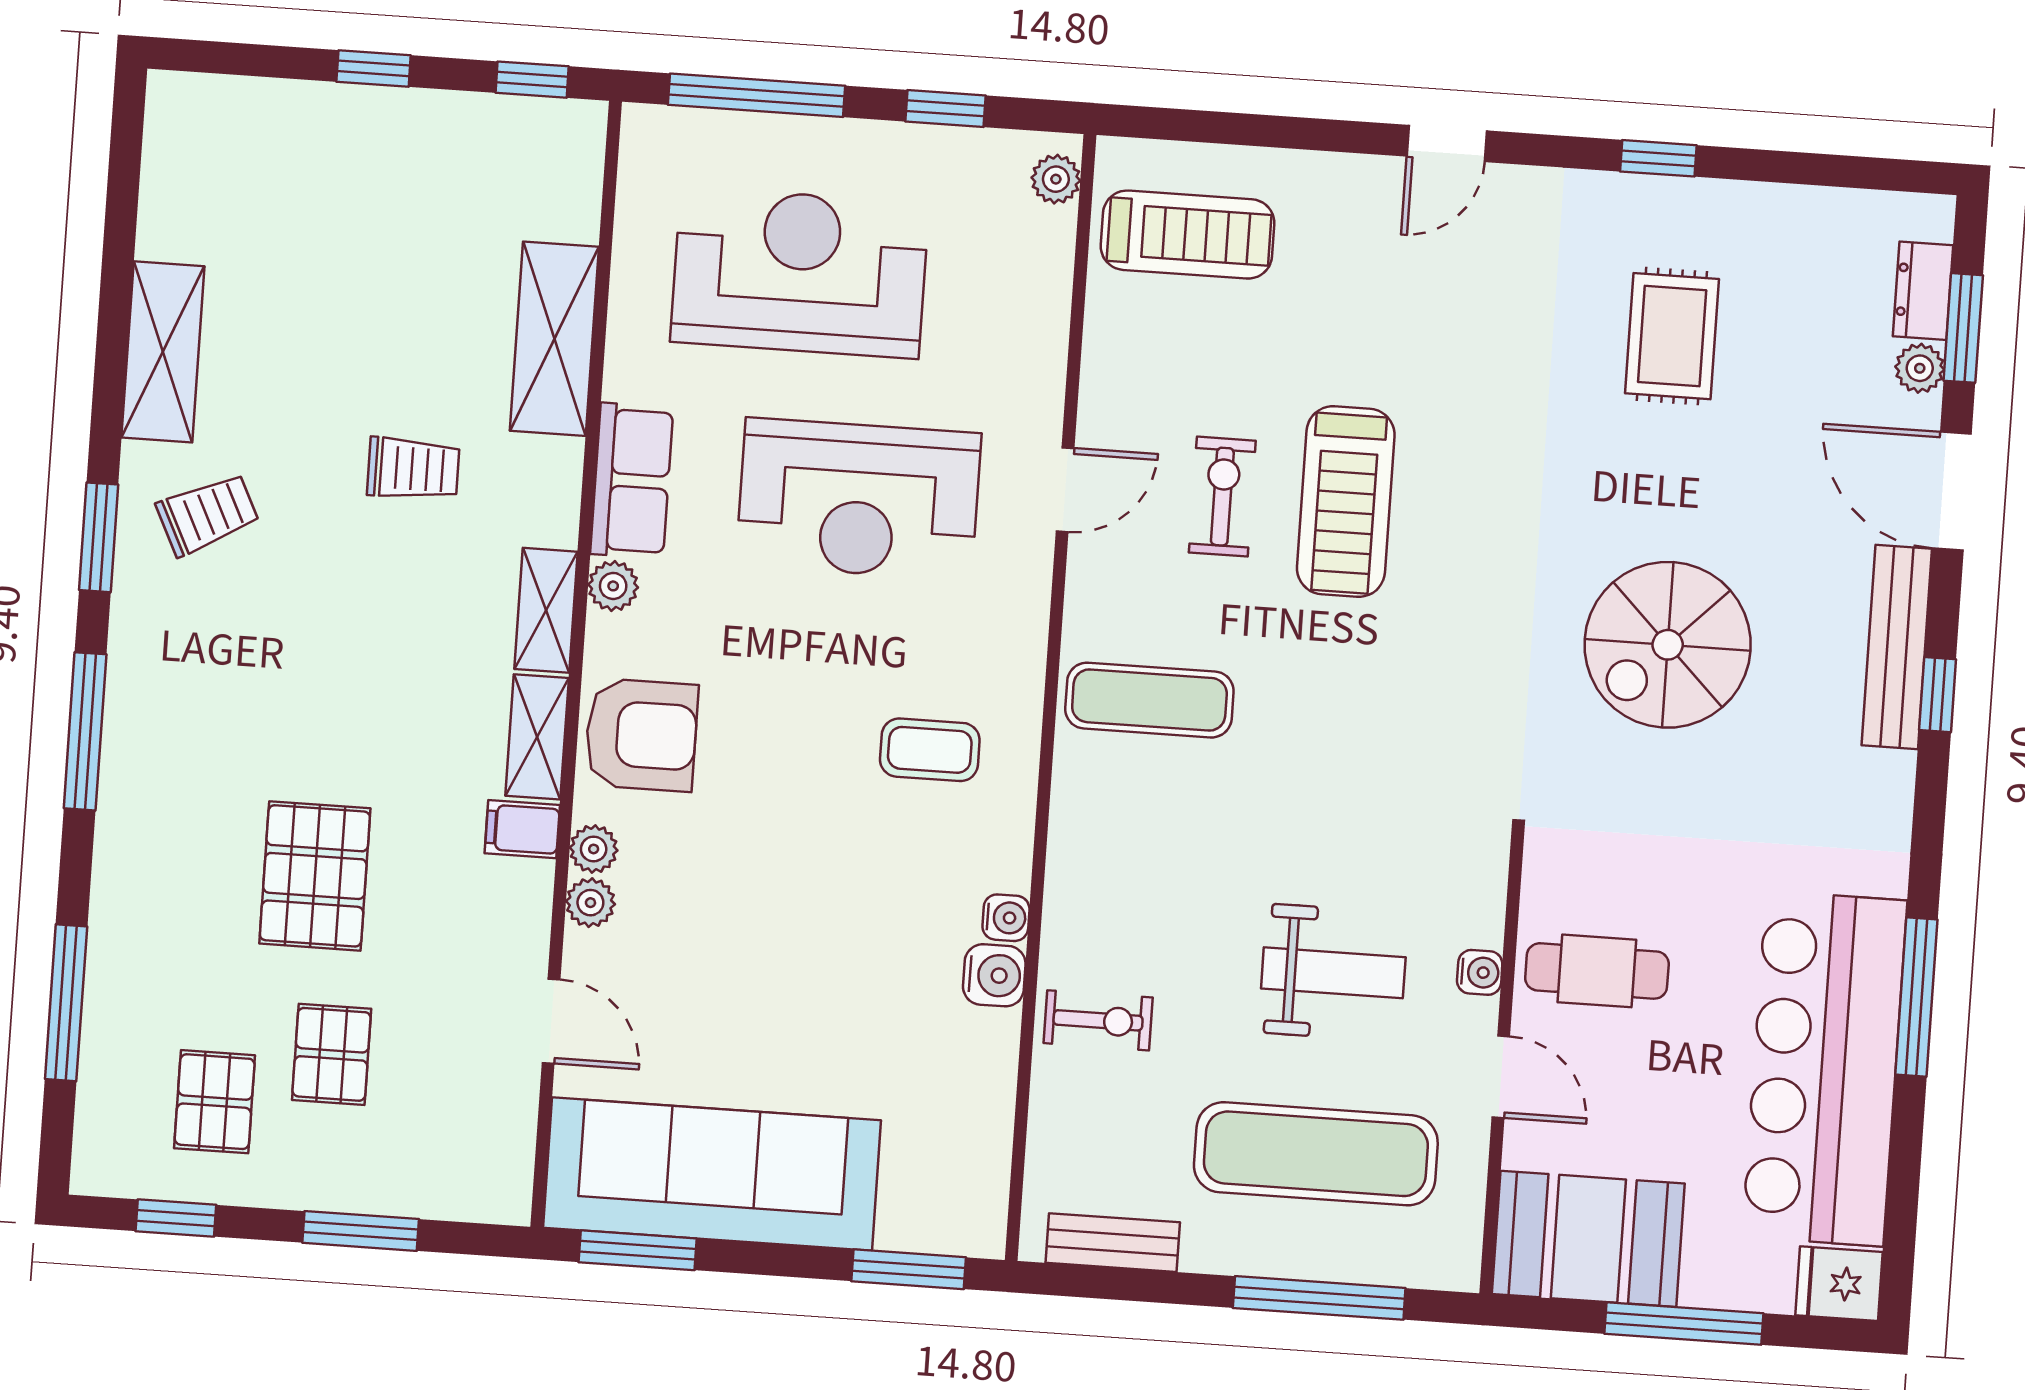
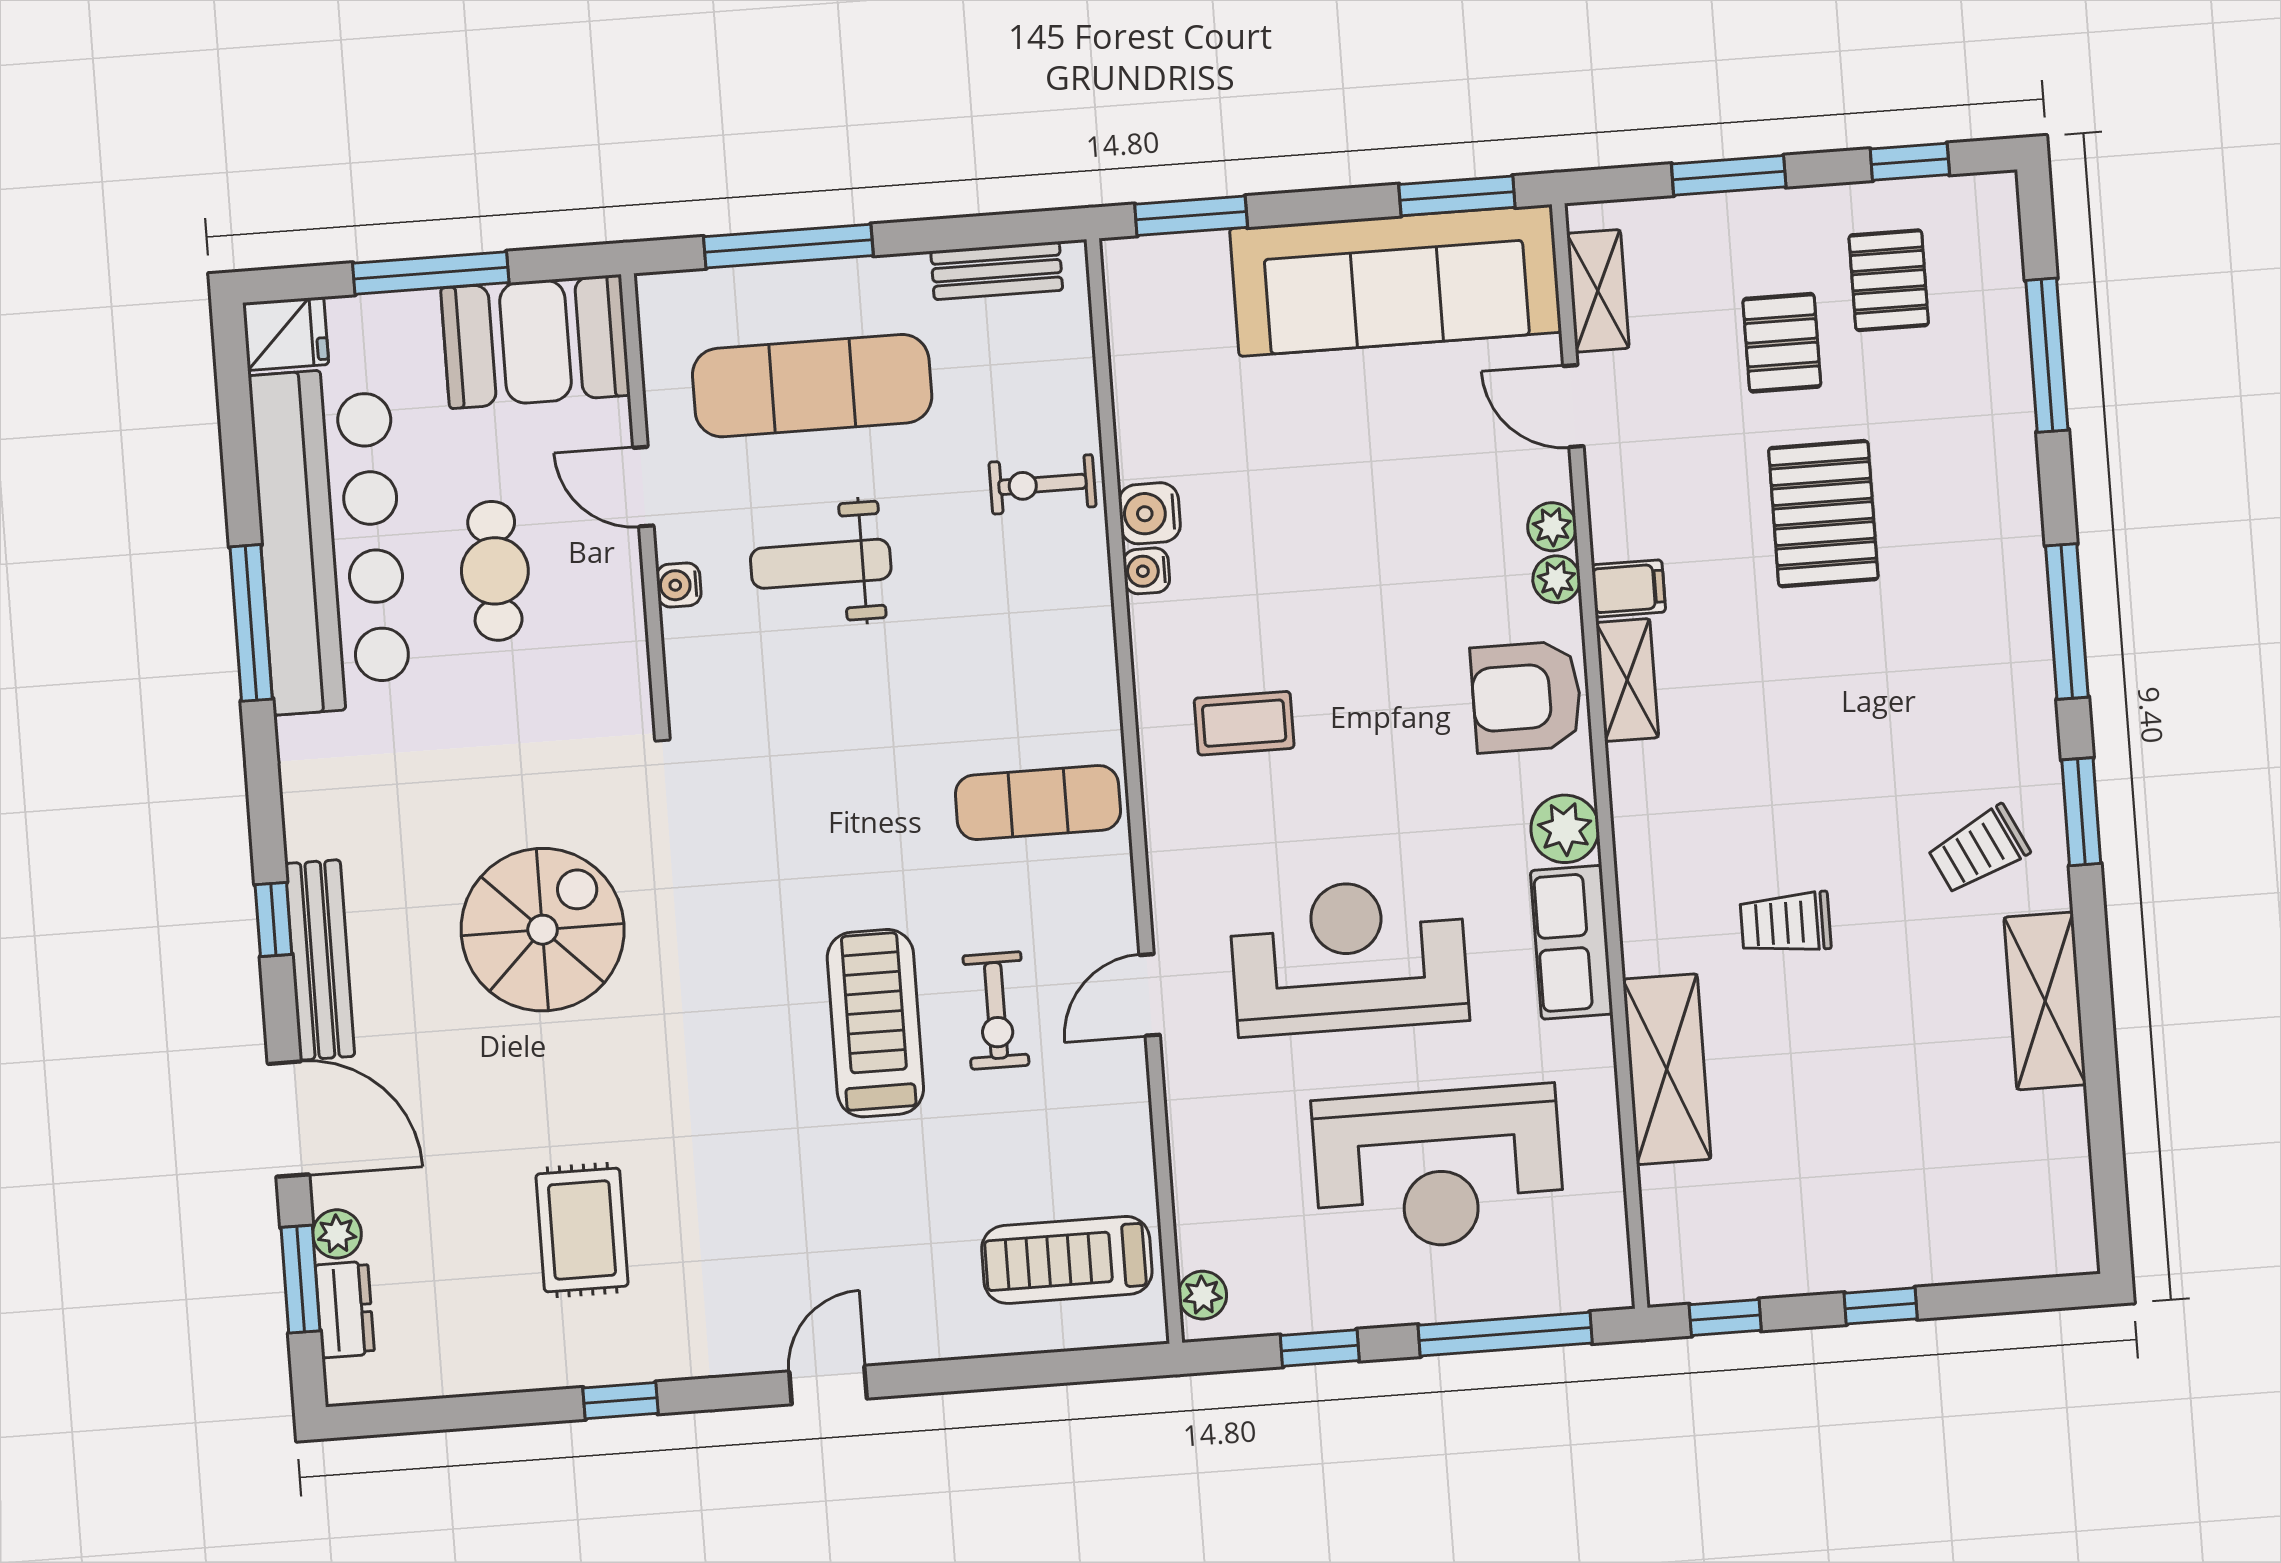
plant: (613, 586) -> (1565, 829), width x1.38, depth x1.38
shelving: (546, 610) -> (1598, 291), moved
cafe table: (1597, 971) -> (495, 571), moved, turned 90

